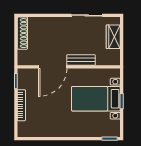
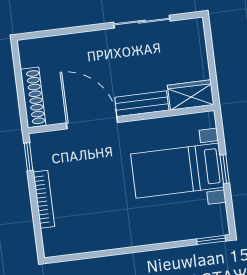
shoe rack: (22, 33) -> (33, 97), moved
wardrobe: (113, 37) -> (191, 95), moved, turned 90
door: (53, 67) -> (92, 123), swing flipped

